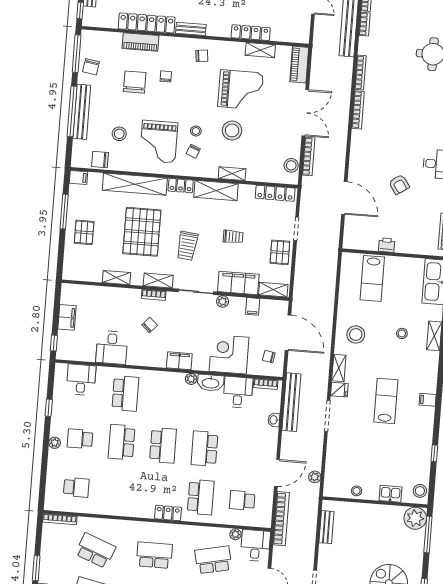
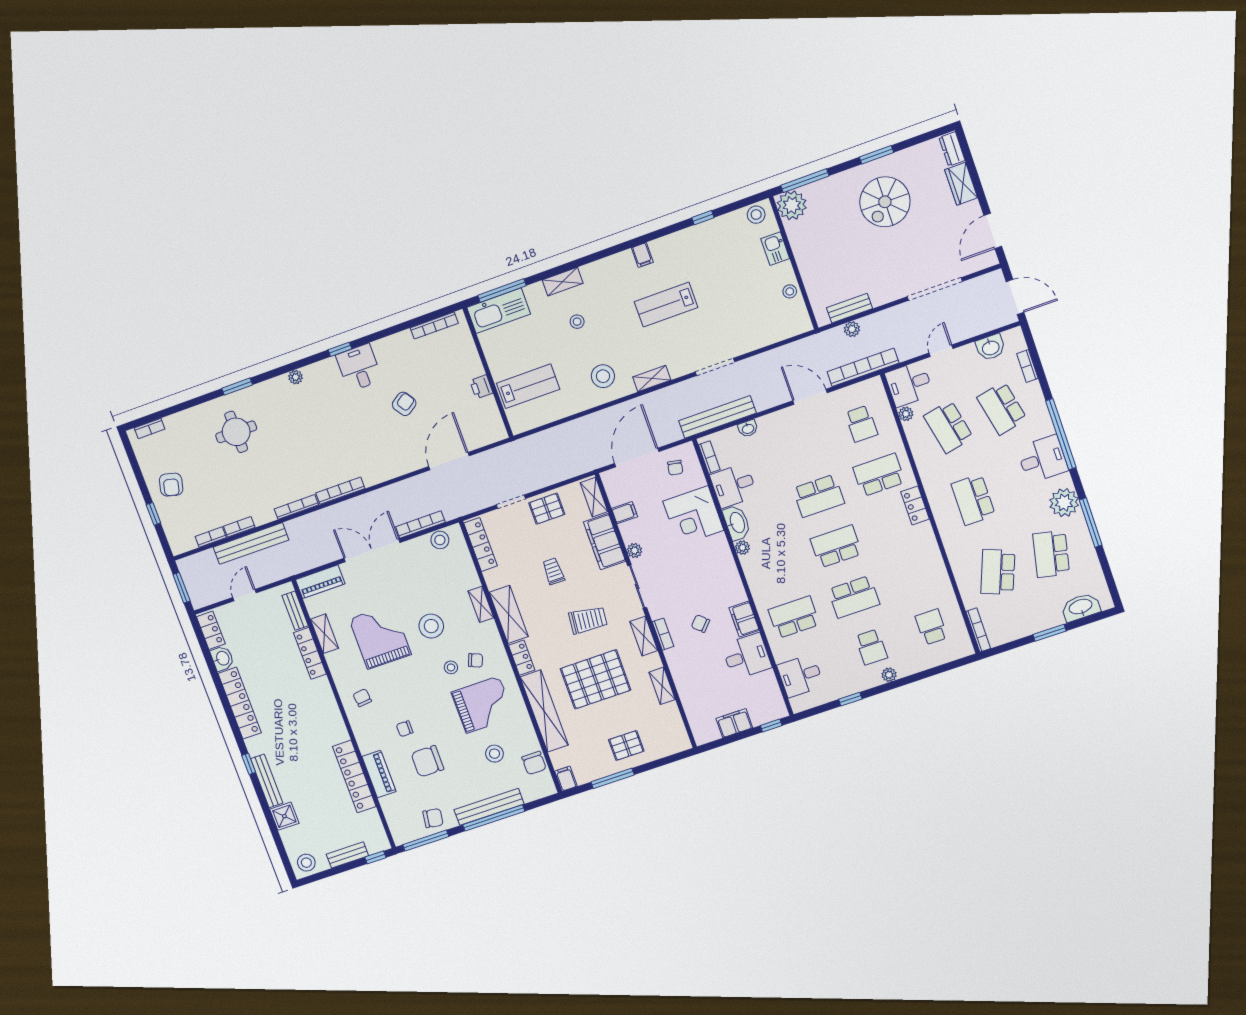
bench: (191, 29) -> (295, 611), moved
filing cabinet: (179, 361) -> (744, 619), moved
fridge: (339, 390) -> (677, 366), removed
plant: (315, 477) -> (852, 329), moved

